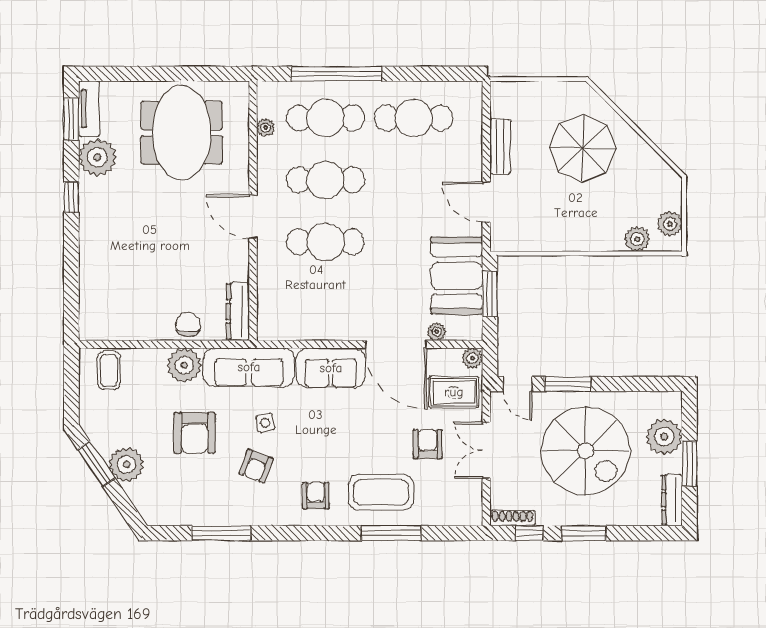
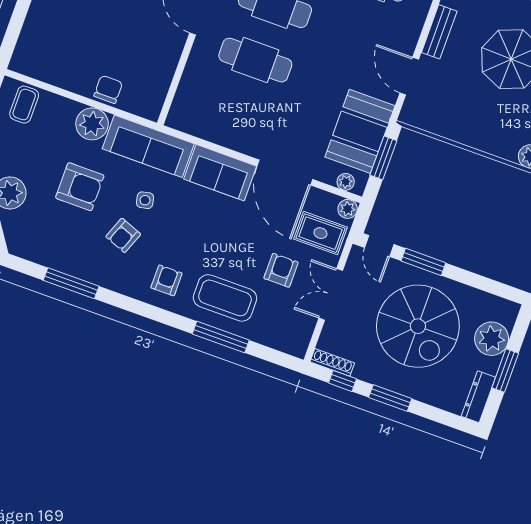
dresser: (238, 311) -> (156, 93), removed
plant: (437, 332) -> (346, 182), moved
armchair: (195, 433) -> (80, 187), turned -90

